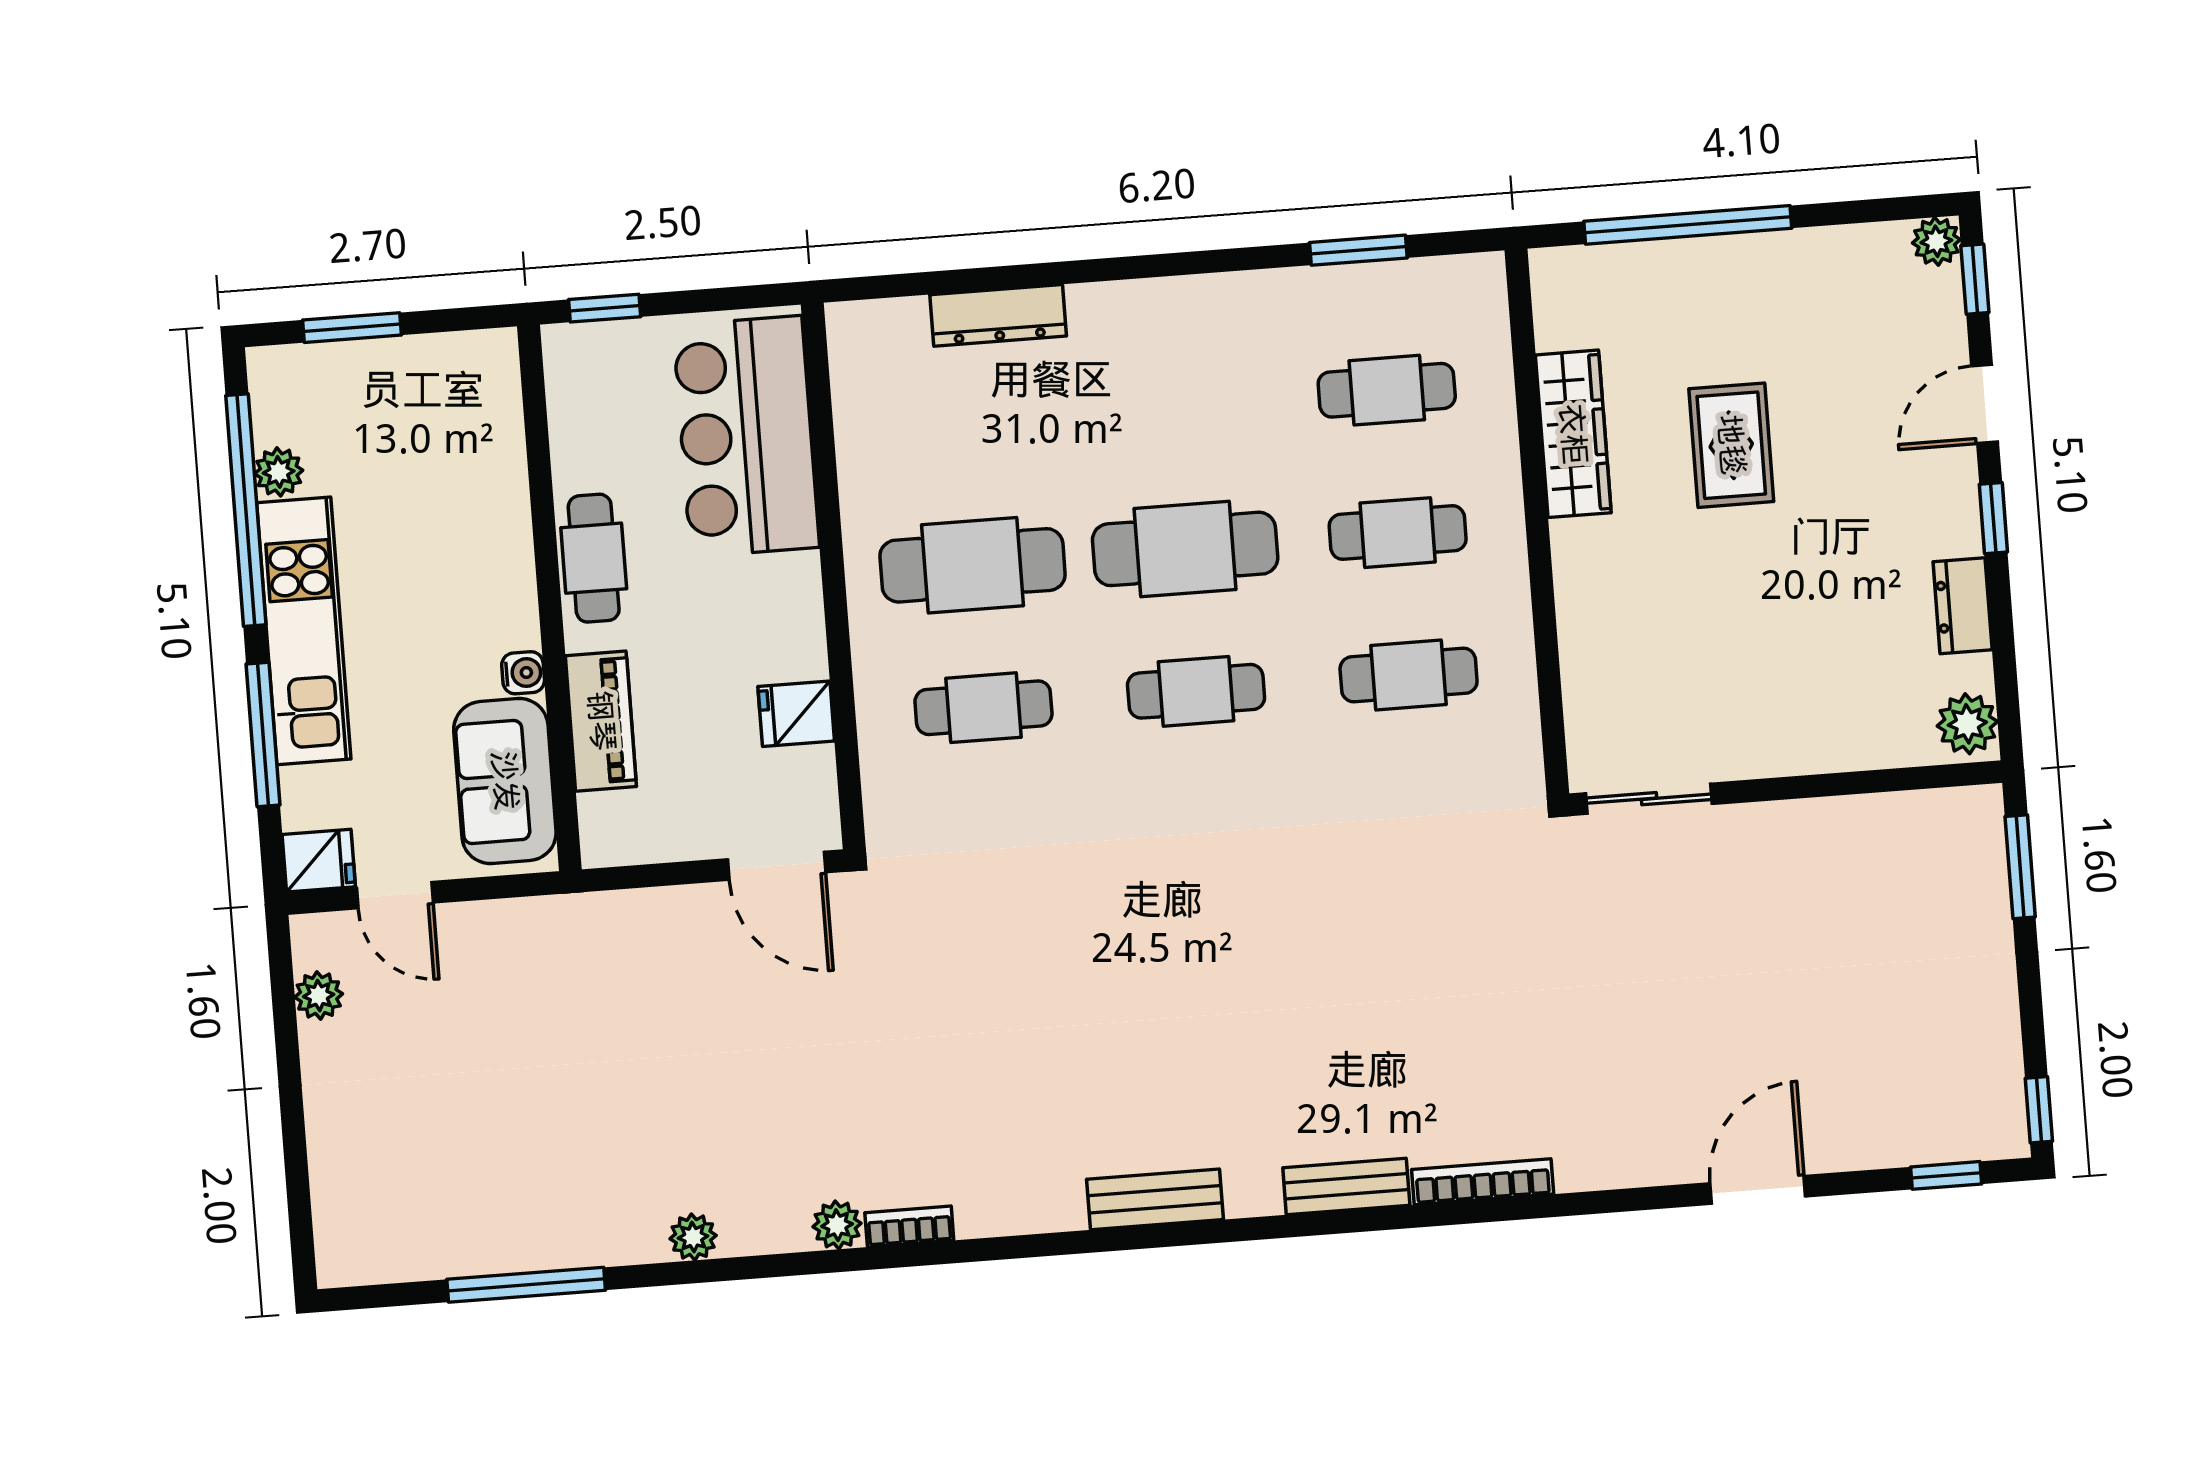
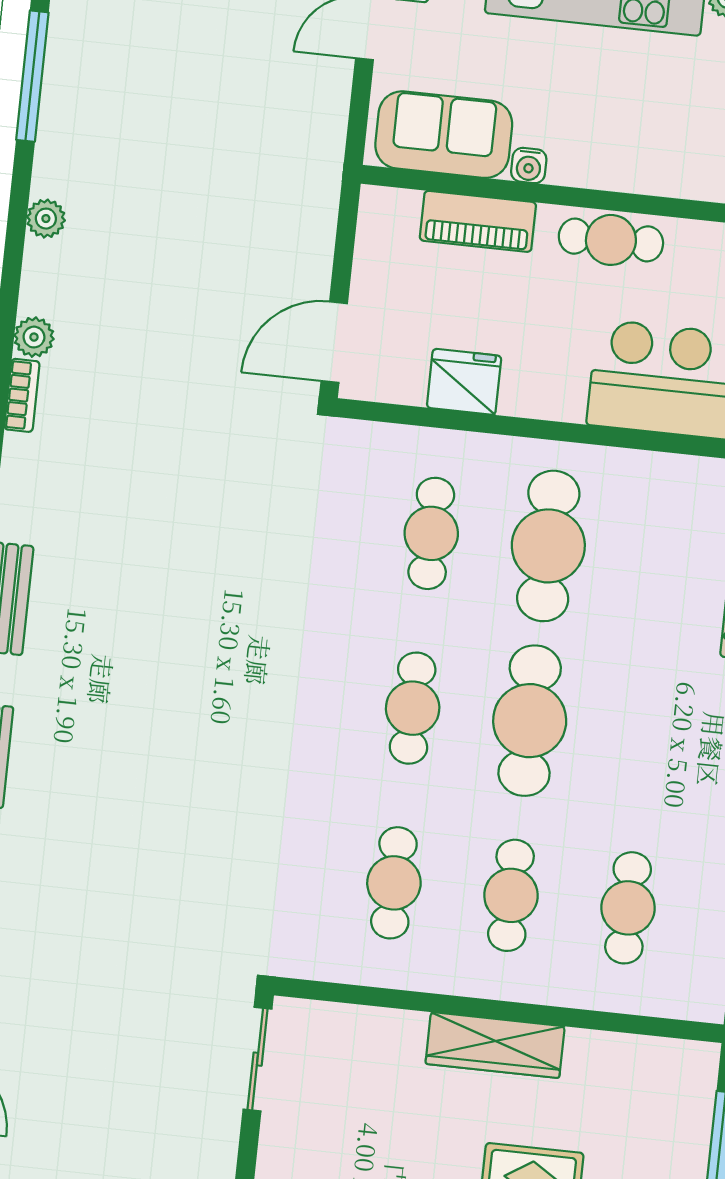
wardrobe: (1573, 434) -> (495, 1045), moved
fridge: (796, 714) -> (464, 382), width x1.38

